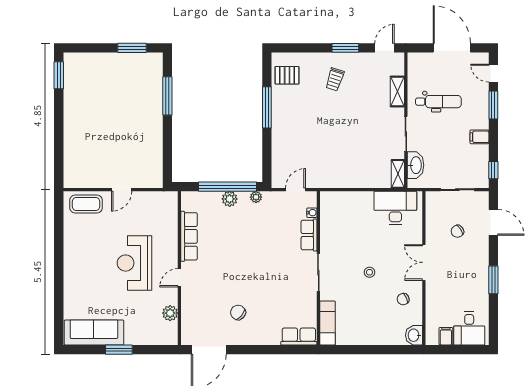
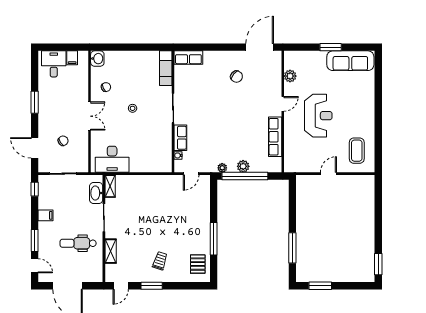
pallet: (287, 75) -> (198, 264), turned 90
coffee table: (86, 204) -> (357, 151), moved, turned 90

